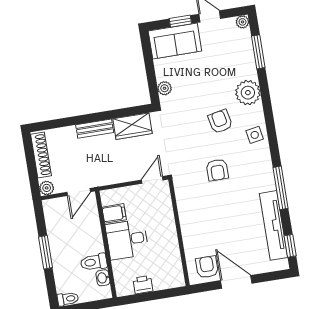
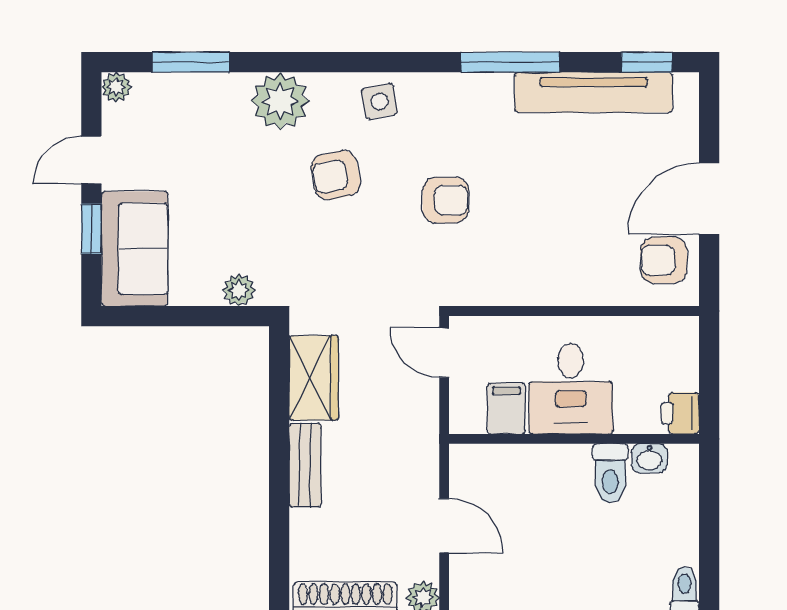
filing cabinet: (114, 213) -> (506, 409), moved
desk: (127, 239) -> (571, 389), moved
wall: (106, 244) -> (574, 439), moved
toilet: (94, 262) -> (610, 473), moved
washbasin: (103, 278) -> (649, 458), moved

